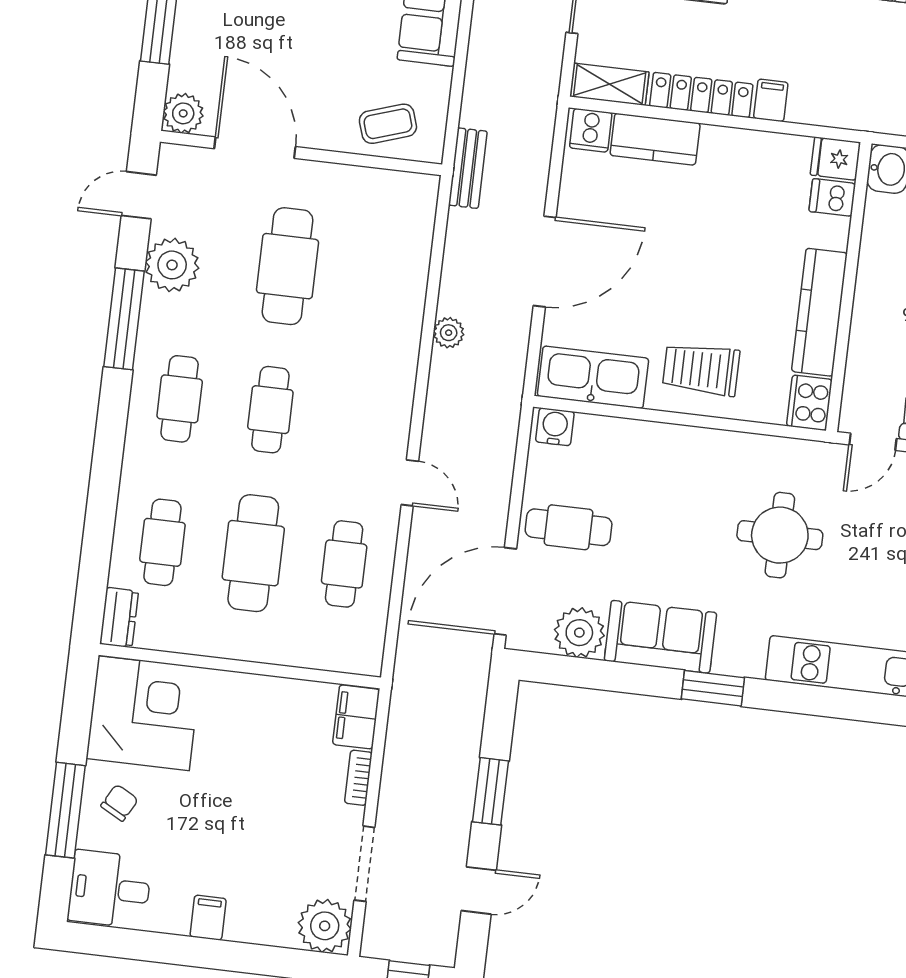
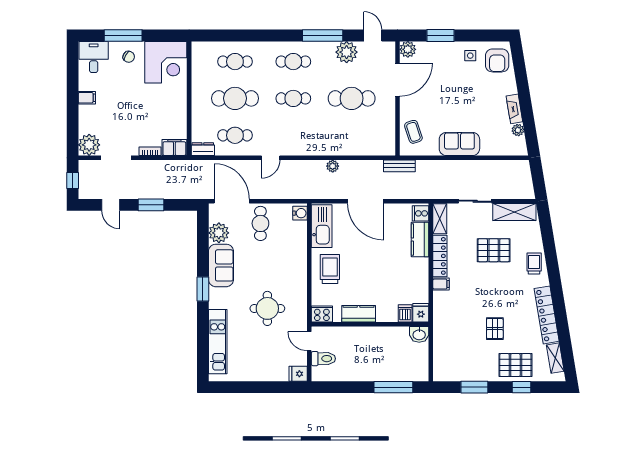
kitchen counter: (819, 312) -> (359, 314), width x0.67
dresser: (119, 617) -> (203, 149), moved, turned 180

